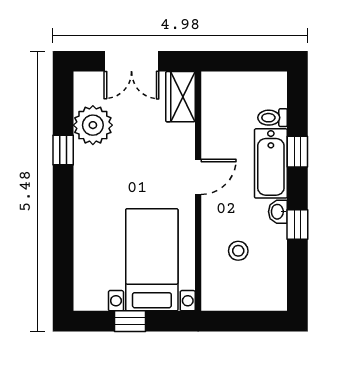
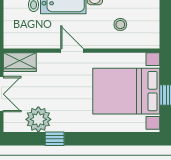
bed with nightstands: (152, 260) -> (126, 91), width x1.36

